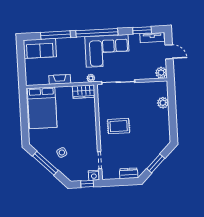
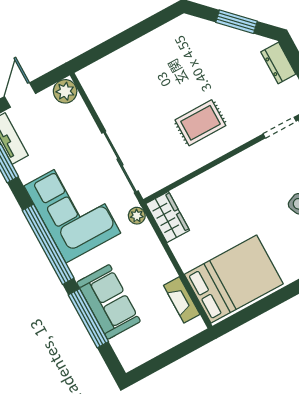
sofa: (40, 48) -> (109, 302), moved
fireplace: (60, 79) -> (182, 300), moved
plant: (163, 103) -> (119, 62), removed
rug: (119, 126) -> (200, 123), turned 90

